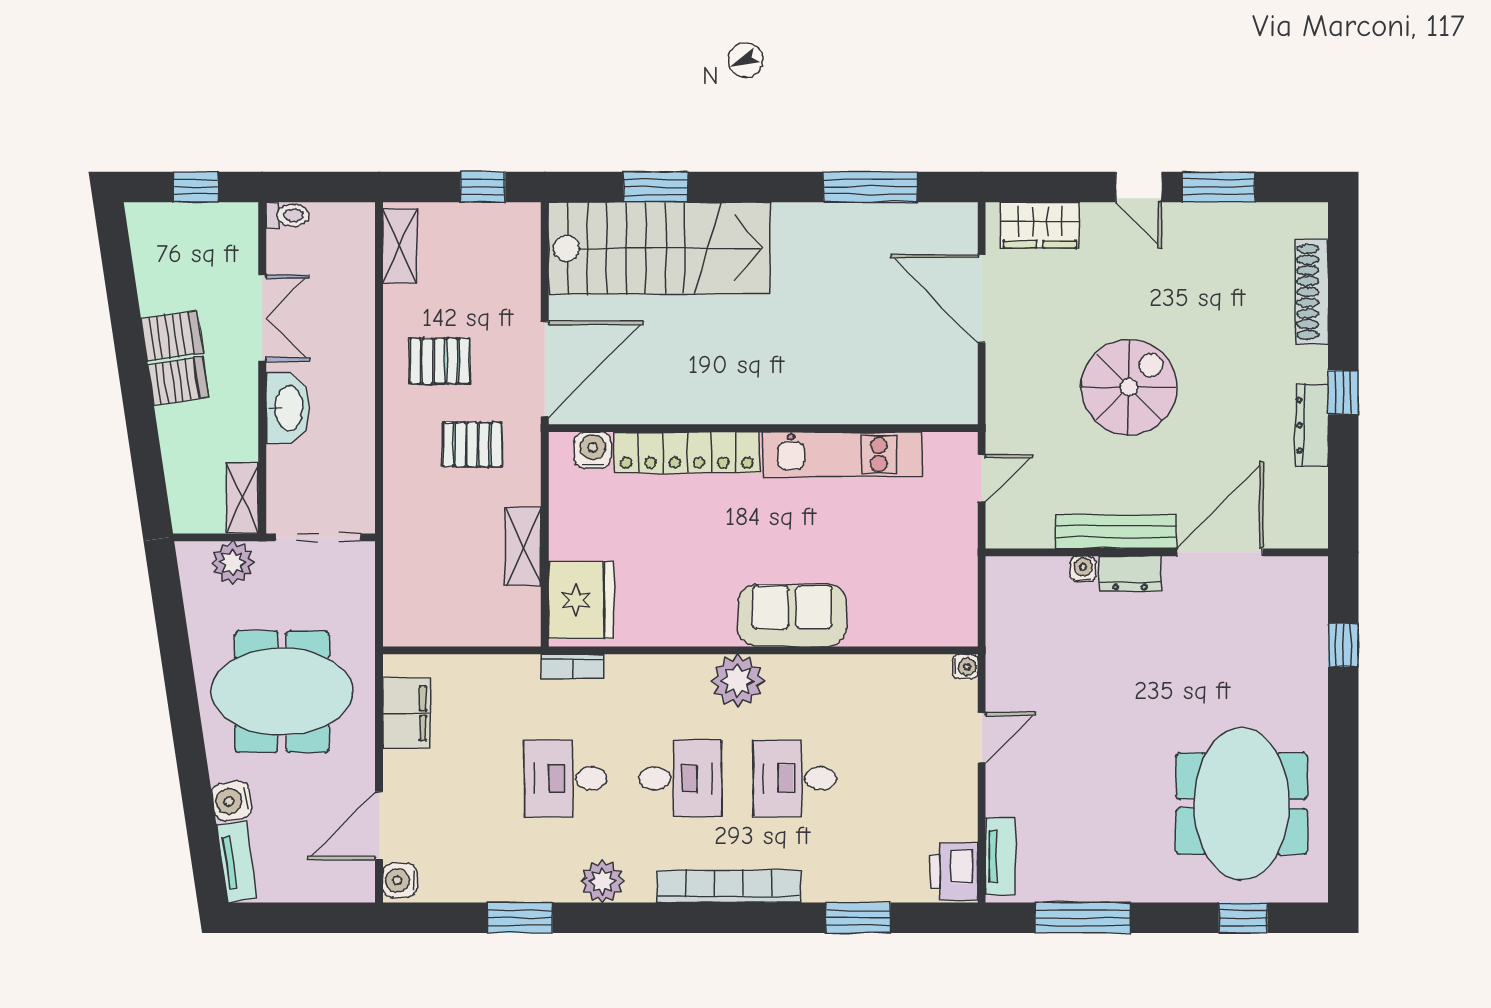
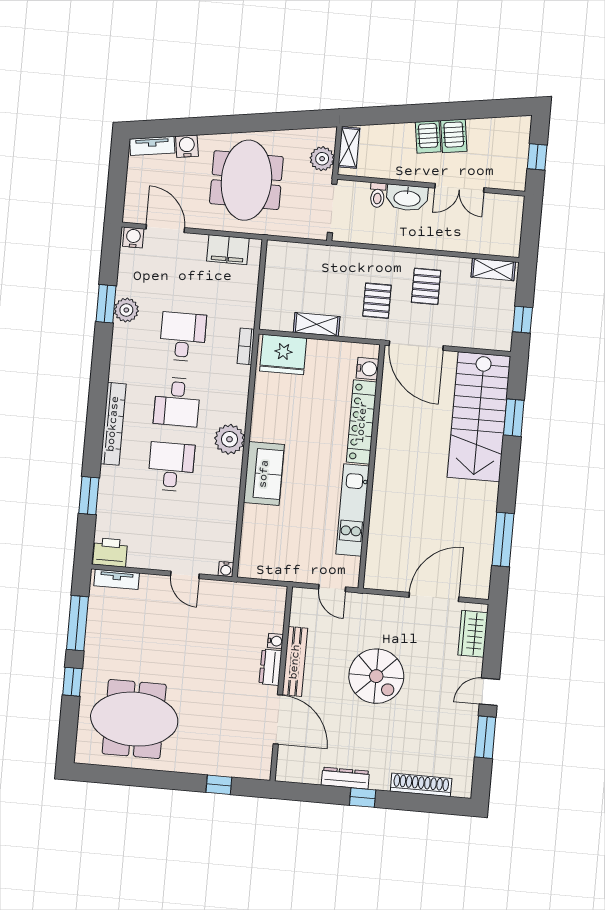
toilet: (288, 215) -> (378, 195), moved
shelving: (242, 498) -> (349, 148), moved, turned 90
plant: (602, 881) -> (126, 310), moved
window: (1243, 918) -> (72, 682), moved

